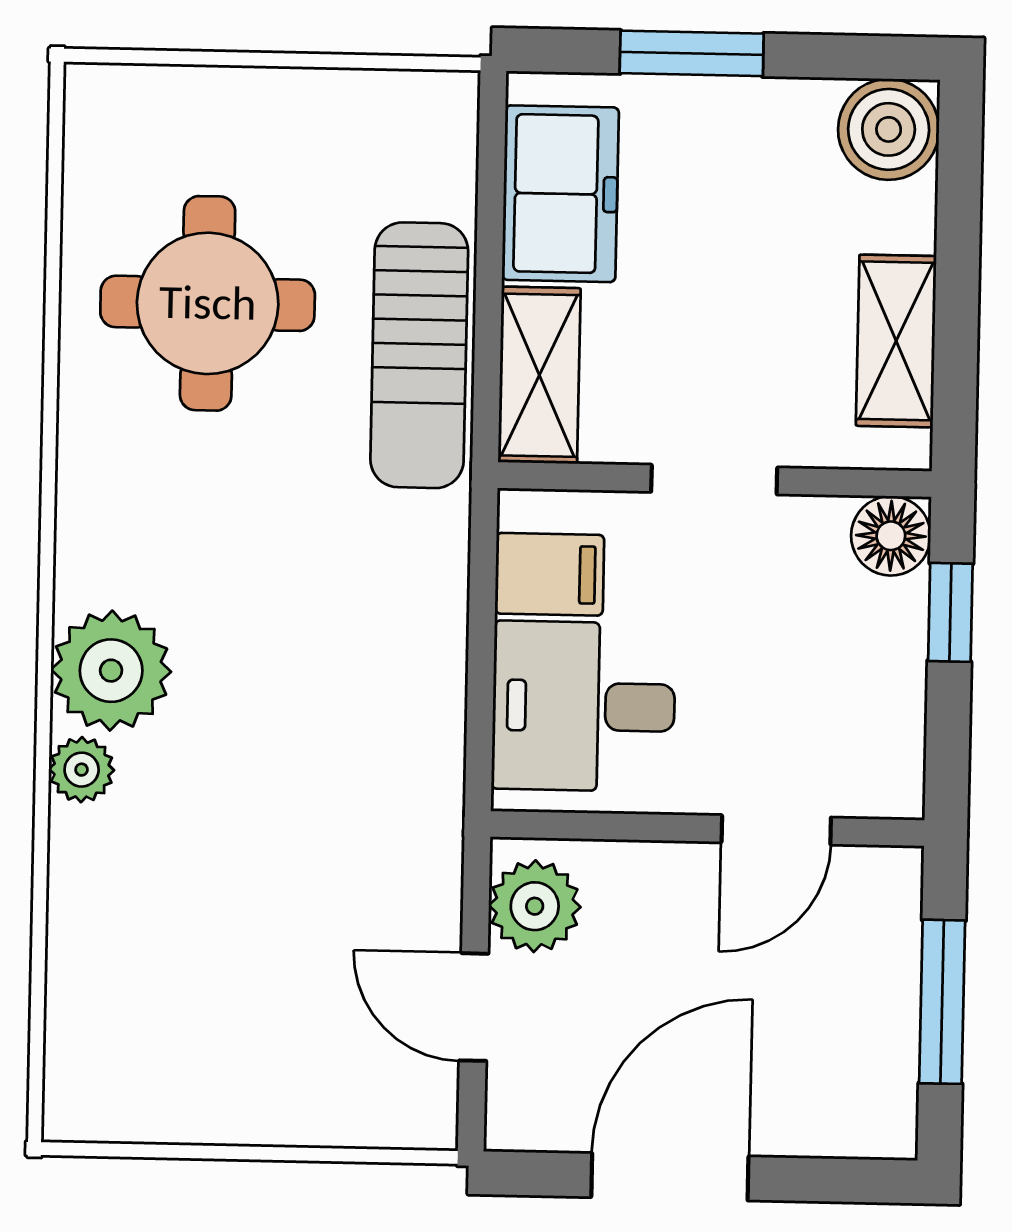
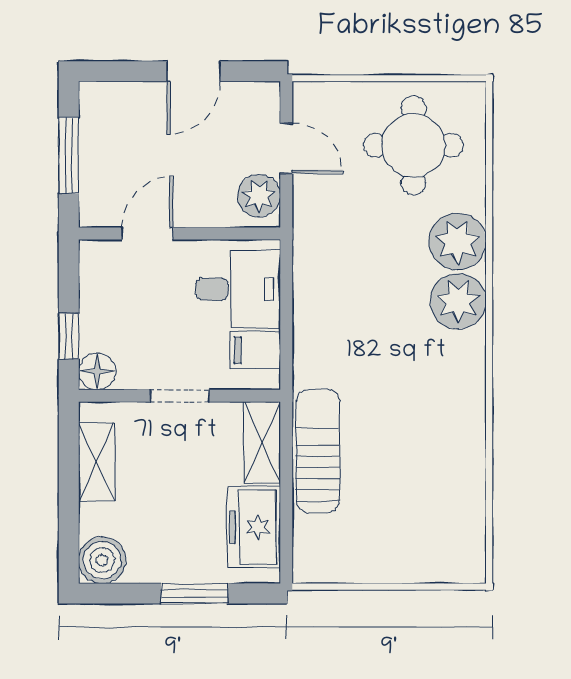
round table: (208, 303) -> (413, 145), moved
plant: (82, 770) -> (458, 242), width x1.87, depth x1.87
door: (670, 1177) -> (193, 71), width x0.73

